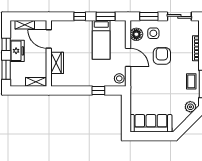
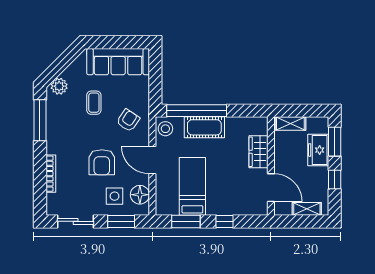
freezer: (17, 51) -> (318, 150), moved
cot: (93, 79) -> (204, 127), added
coffee table: (191, 81) -> (94, 103), moved
armchair: (144, 84) -> (128, 120), added
window: (98, 91) -> (197, 111), width x3.17

